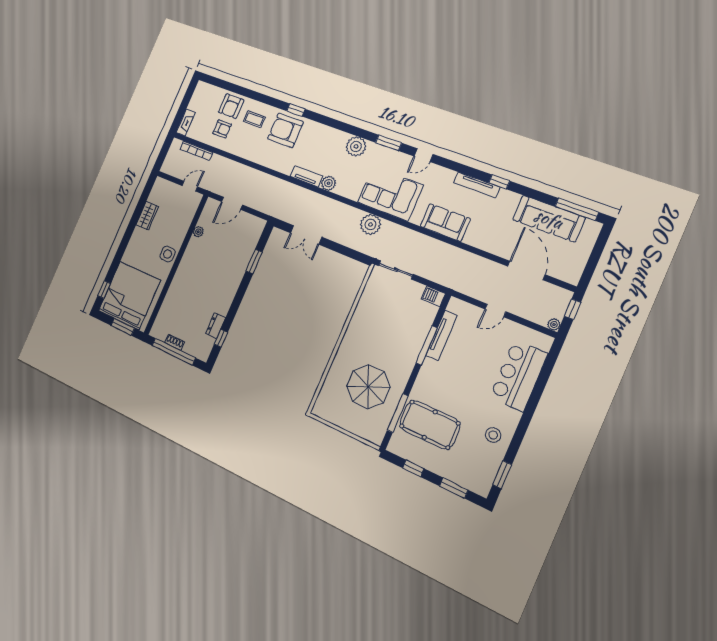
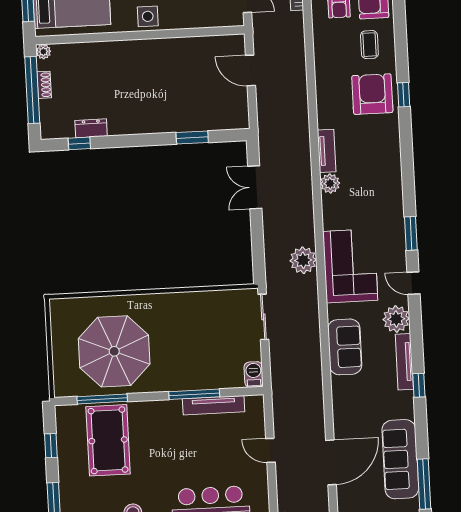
plant: (356, 146) -> (396, 319), moved
plant: (198, 232) -> (43, 52), moved
parasol: (368, 387) -> (114, 351), width x1.36, depth x1.36

